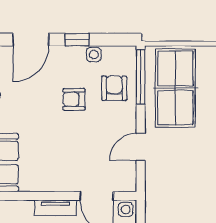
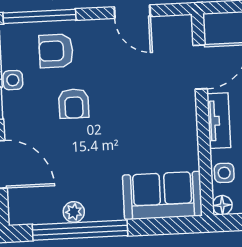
side table: (126, 209) -> (224, 173), moved

